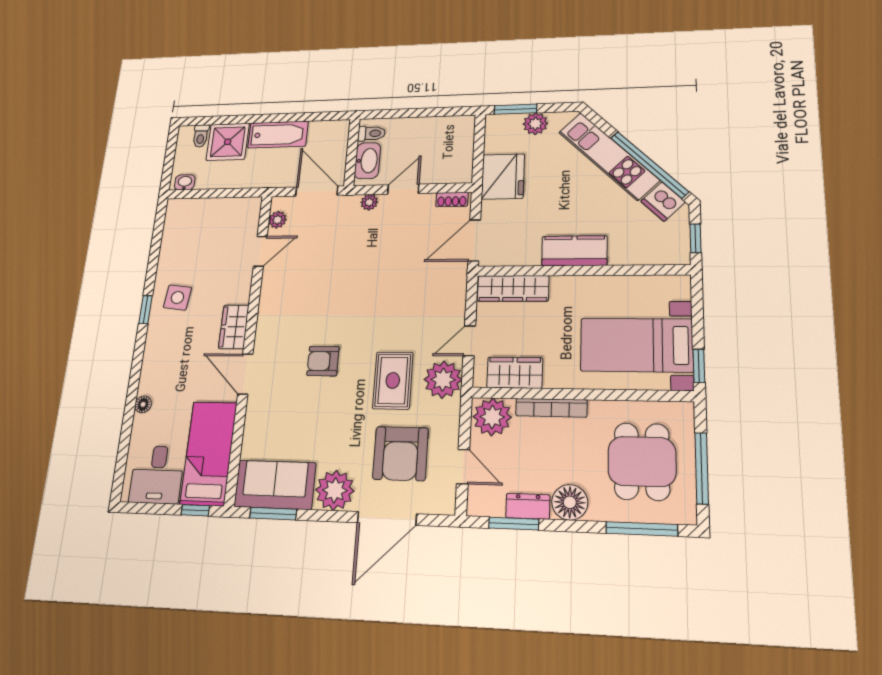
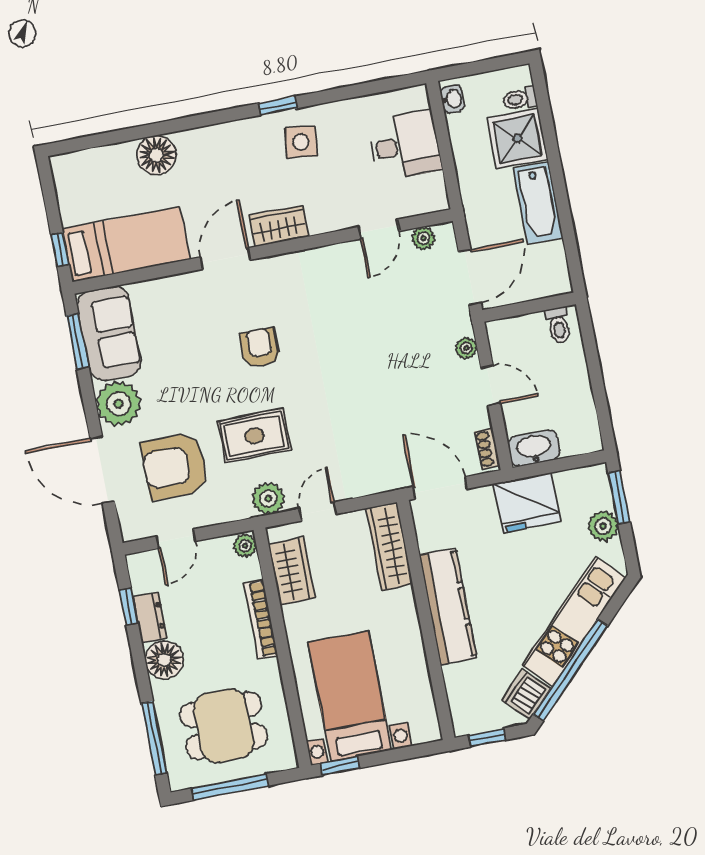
washbasin: (367, 161) -> (534, 448), moved, turned 180
door: (260, 251) -> (379, 229), hinge flipped
kitchen counter: (574, 251) -> (448, 606), width x1.50
door: (469, 341) -> (318, 511), hinge flipped
plant: (443, 380) -> (268, 498), width x0.73, depth x0.73
floor lamp: (143, 404) -> (156, 155), width x1.89, depth x1.89
plant: (492, 417) -> (245, 546), width x0.53, depth x0.53
desk: (157, 475) -> (405, 146), moved, turned 180
window: (514, 524) -> (129, 607), width x0.67

